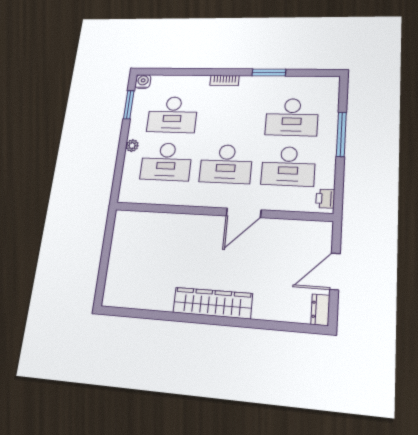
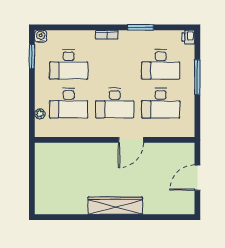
plant: (132, 146) -> (40, 114), moved
printer: (325, 199) -> (188, 37), moved
dresser: (320, 310) -> (189, 204), removed

